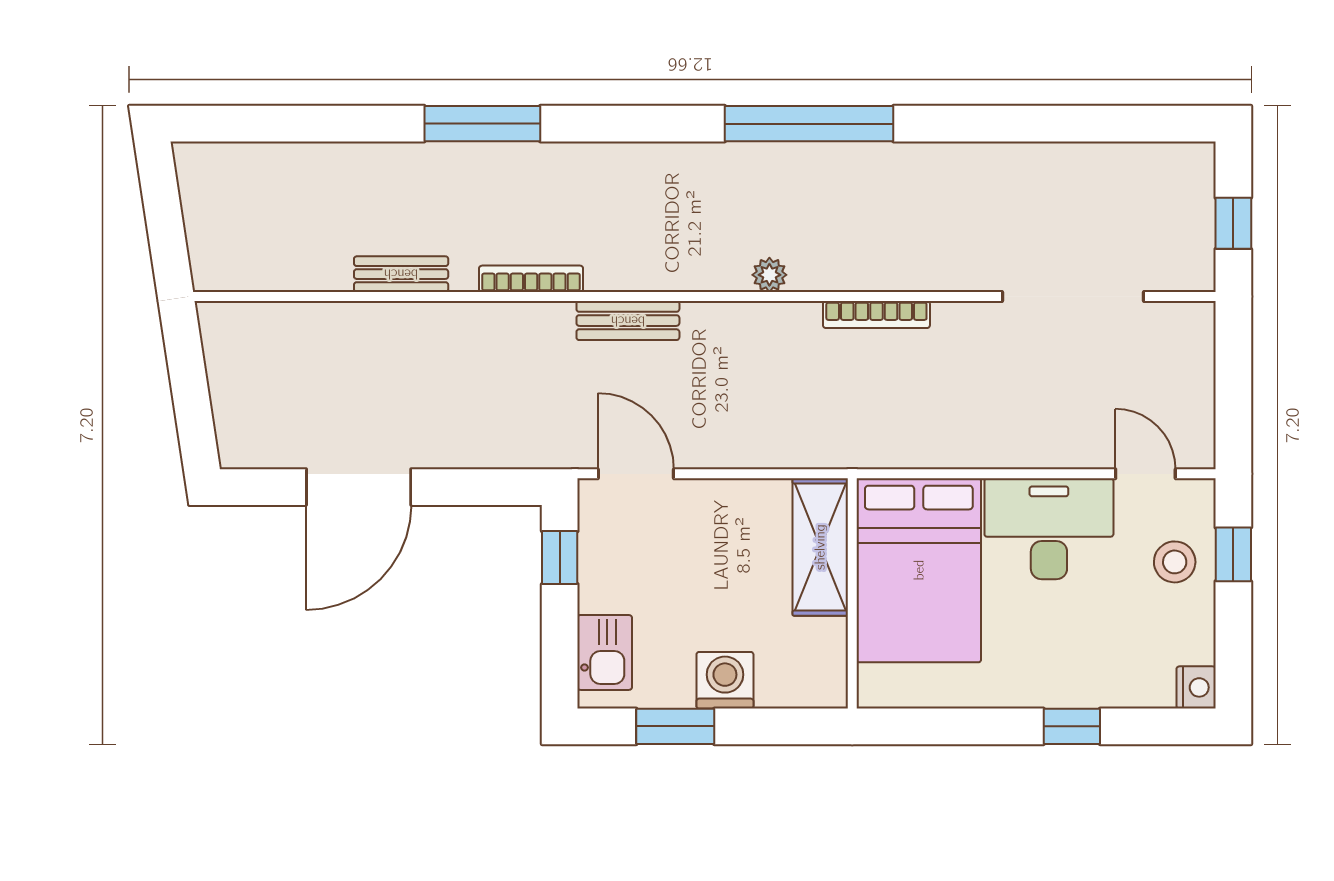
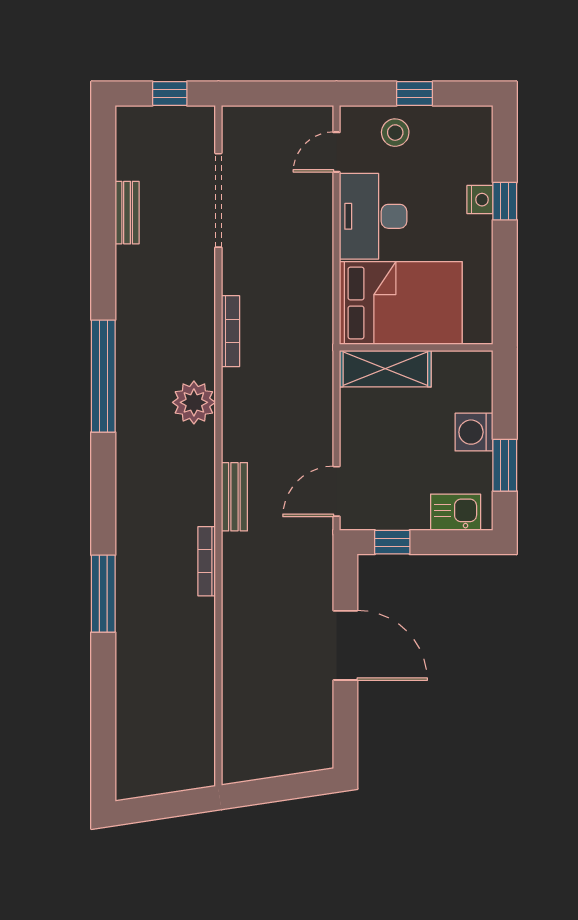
bench: (401, 274) -> (127, 213), moved
plant: (769, 275) -> (194, 402), width x1.87, depth x1.87
door: (359, 487) -> (345, 645), moved
window: (1233, 554) -> (415, 93), moved
nightstand: (1196, 687) -> (480, 200), moved, turned 90

